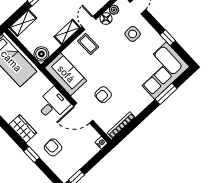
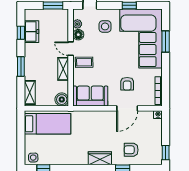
corner sofa: (160, 71) -> (141, 39), width x1.36, depth x1.36
desk: (53, 104) -> (102, 123), removed

